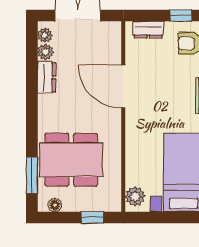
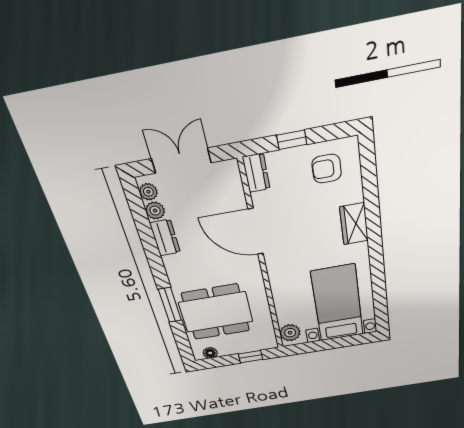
window: (181, 15) -> (292, 140), moved
dresser: (148, 30) -> (256, 173), moved, turned -90
window: (32, 175) -> (170, 305), moved

